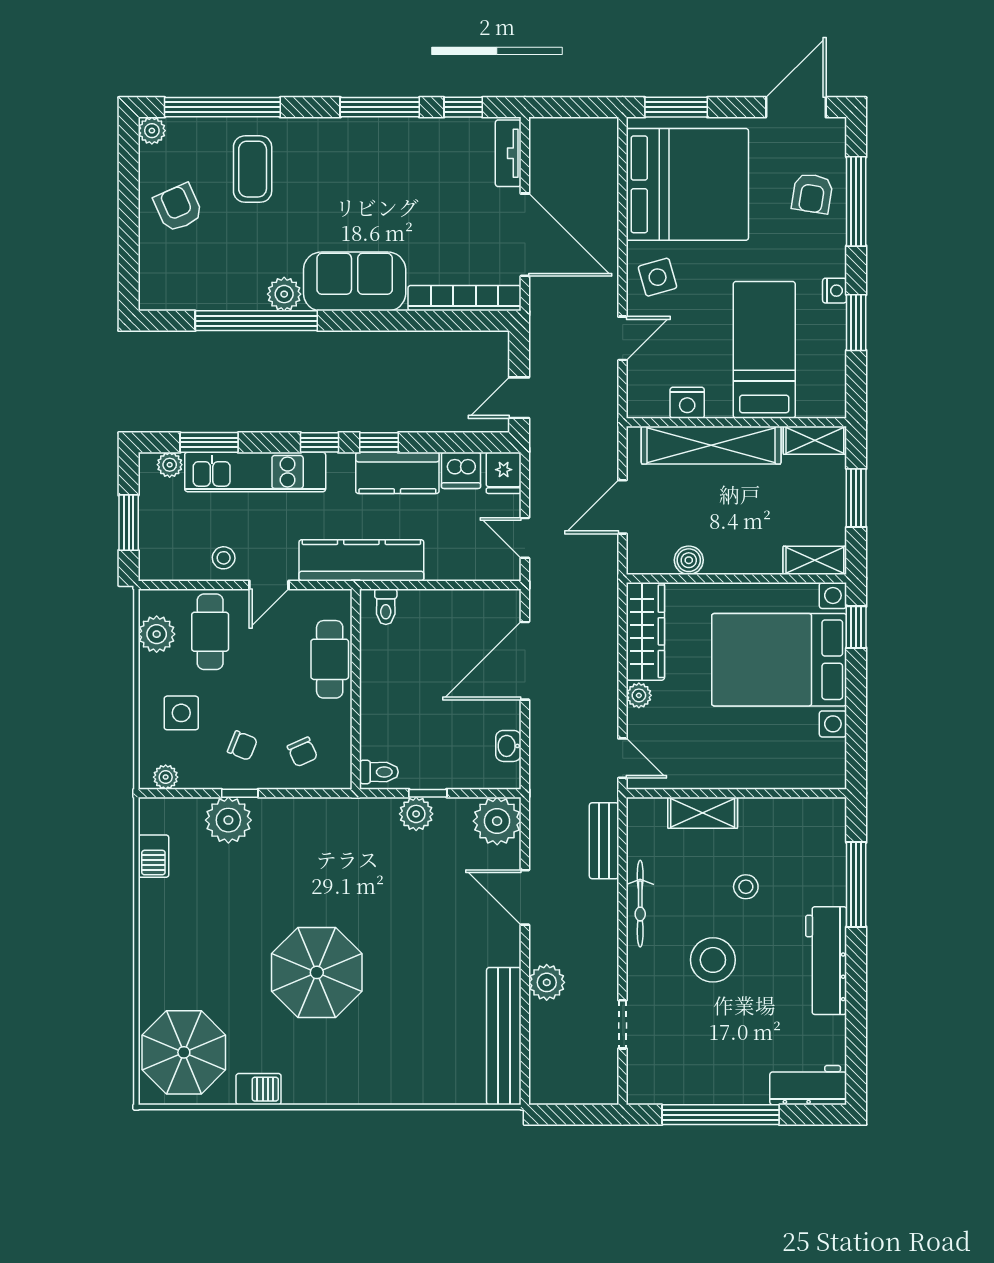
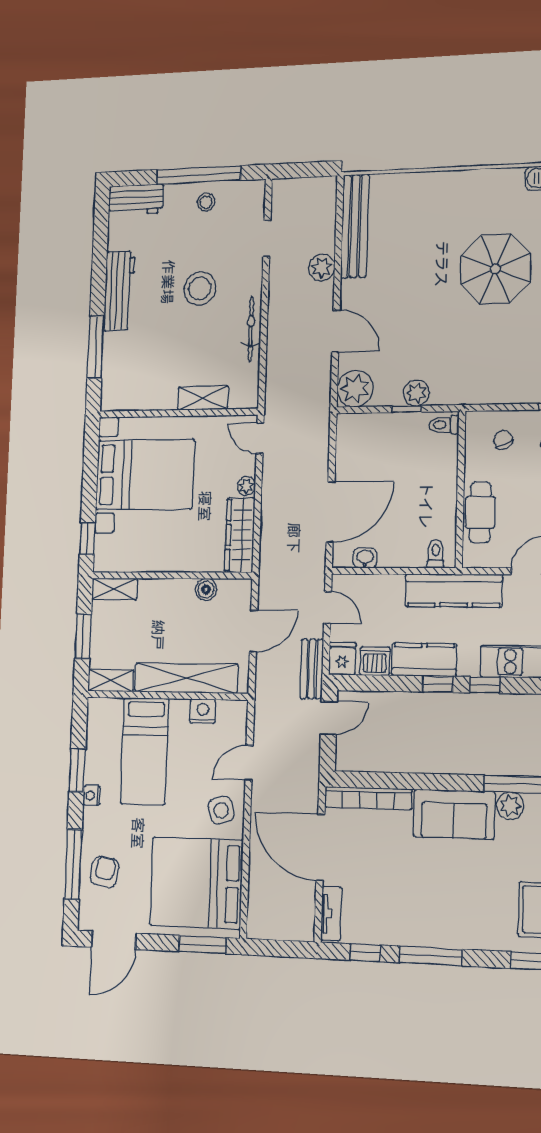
bed with nightstands: (779, 660) -> (145, 475), moved
washbasin: (508, 746) -> (365, 558), moved, turned -90
bench: (604, 841) -> (312, 669), moved
stool: (746, 887) -> (206, 202), moved

